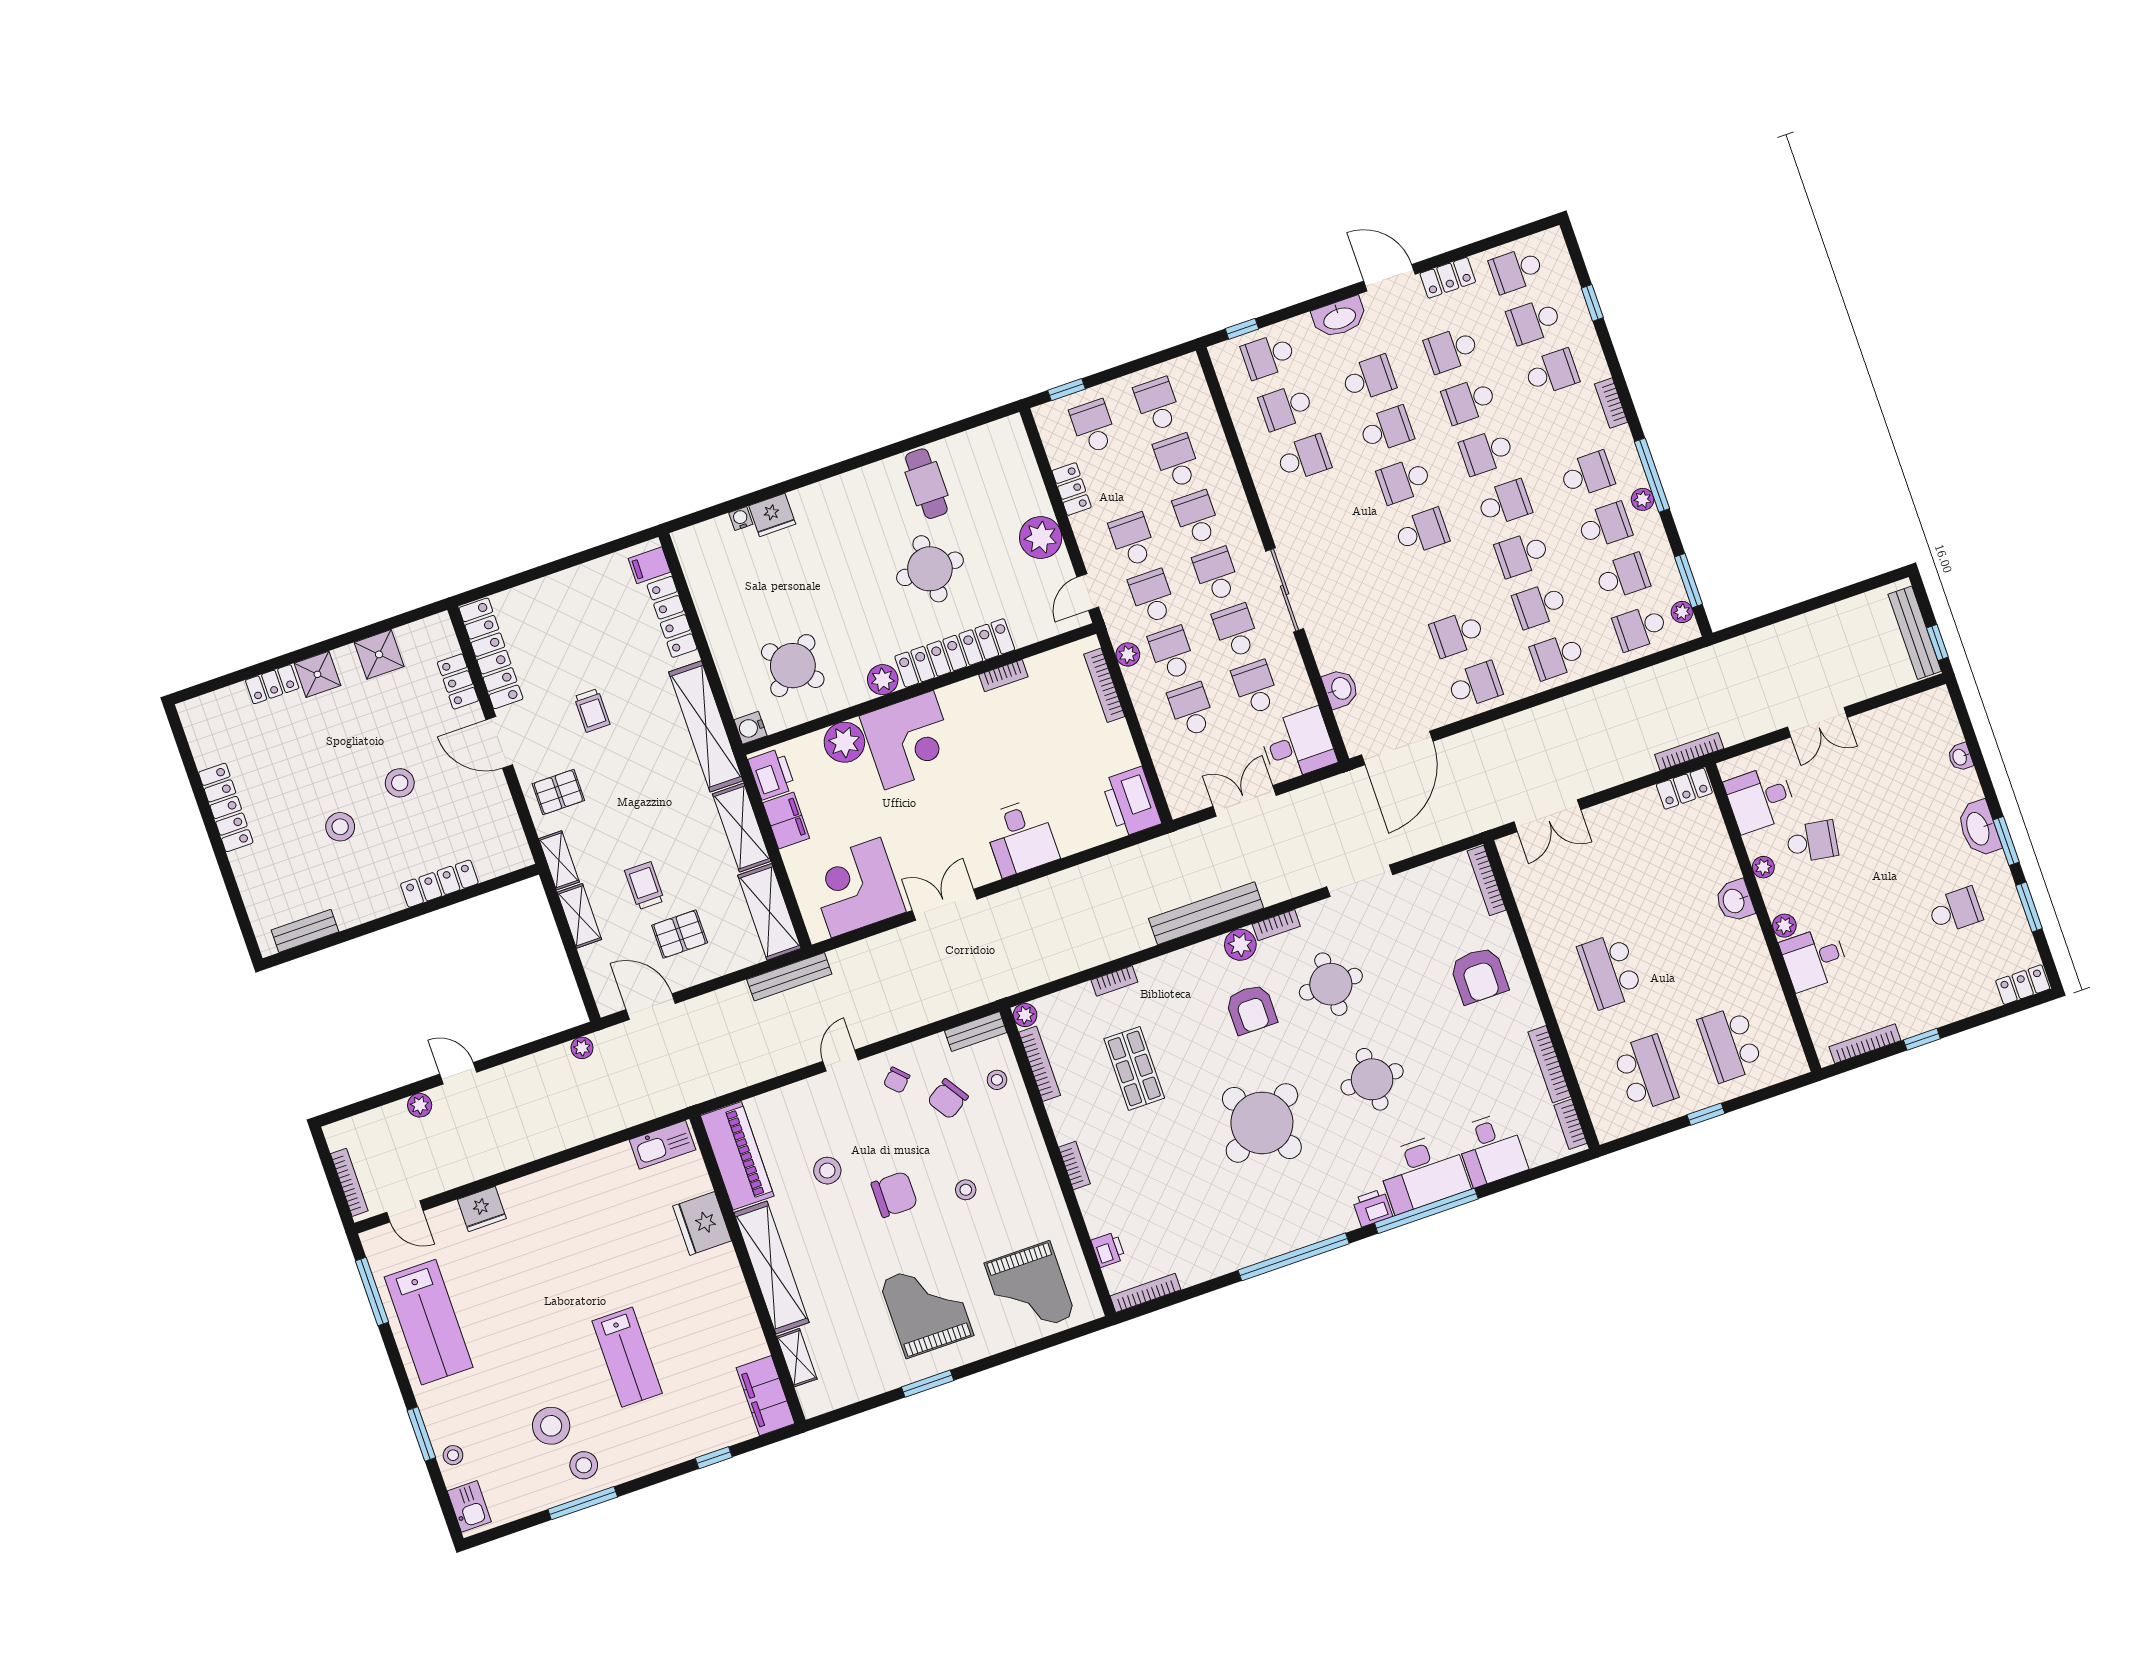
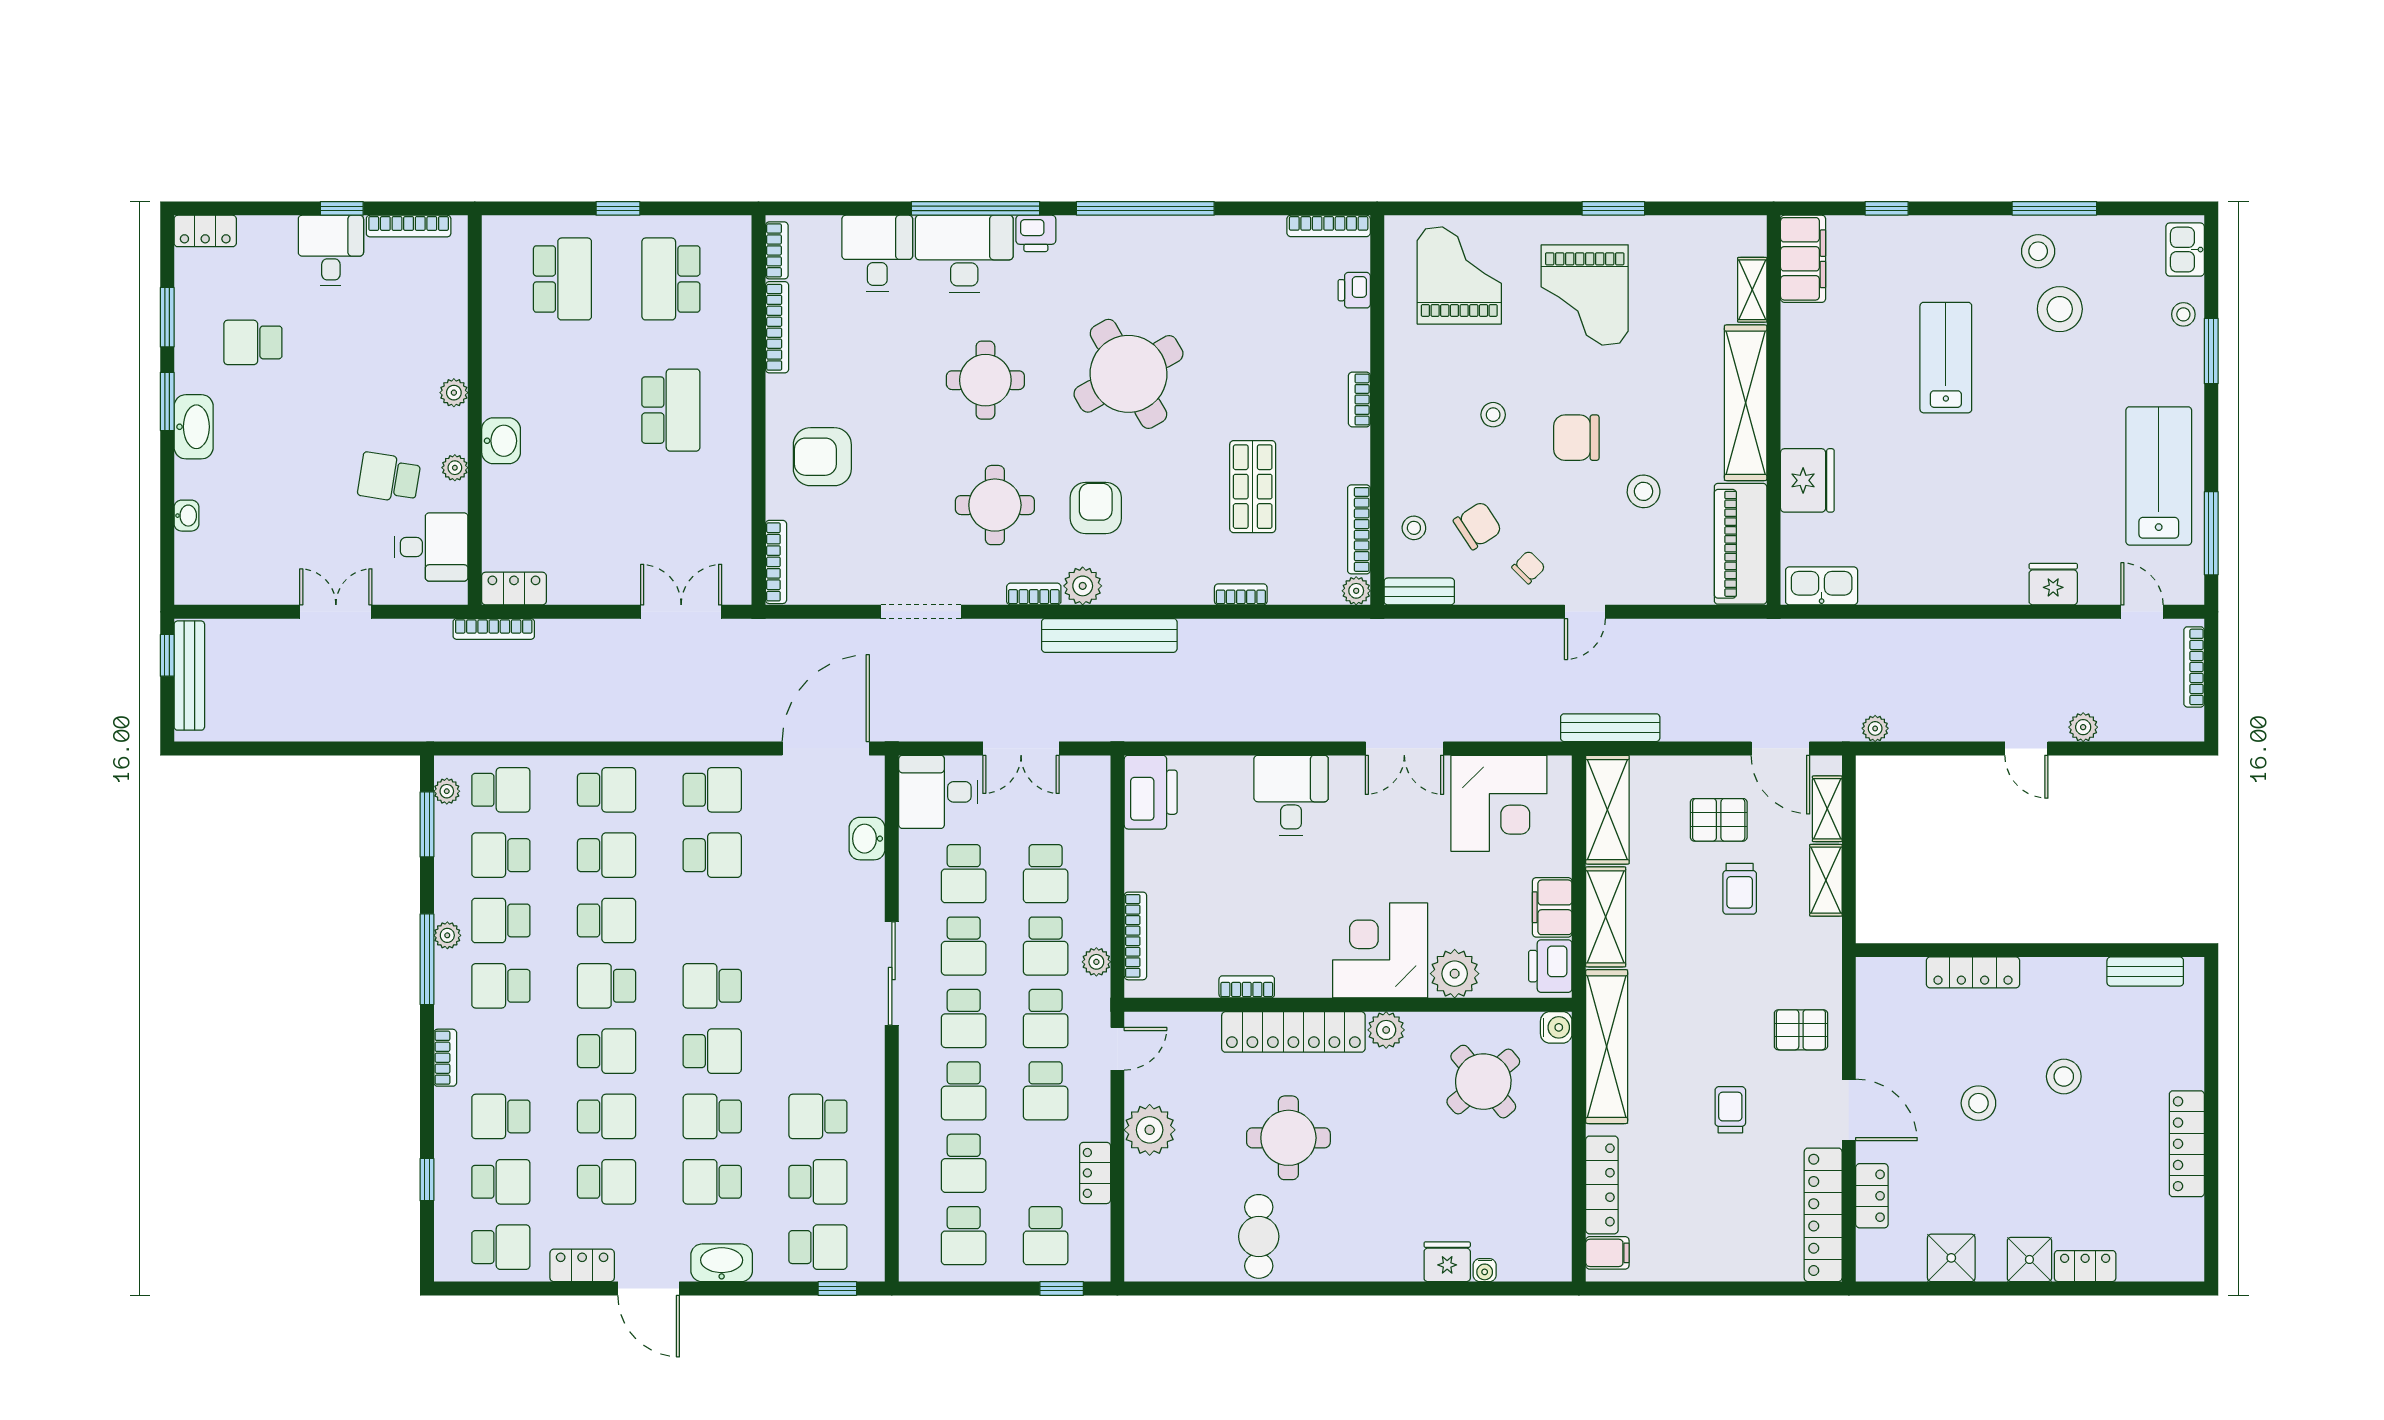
school desk: (1475, 685) -> (712, 790), turned 180
shelving: (559, 860) -> (1827, 809), moved
desk: (1814, 959) -> (331, 250), moved, turned -90
armchair: (1479, 975) -> (822, 457), turned -90

